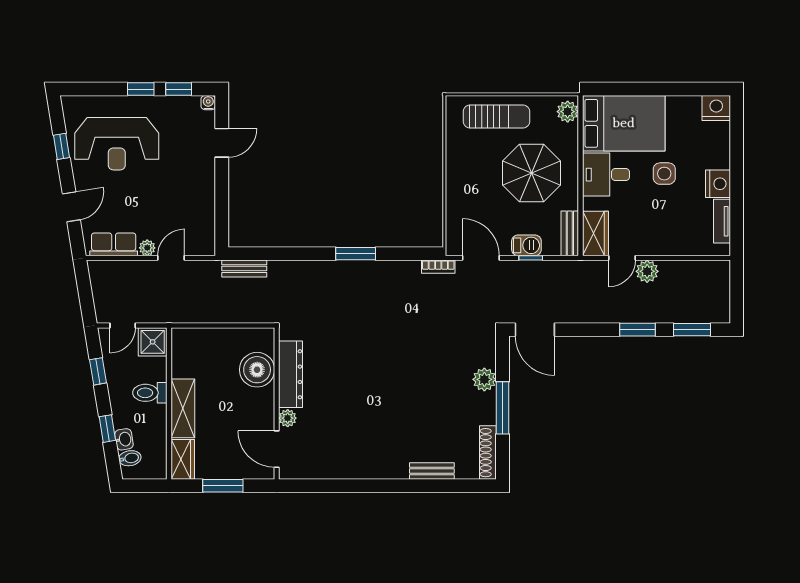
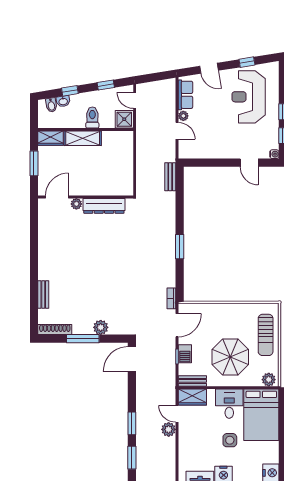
boiler: (257, 370) -> (107, 185), removed

